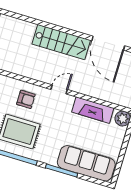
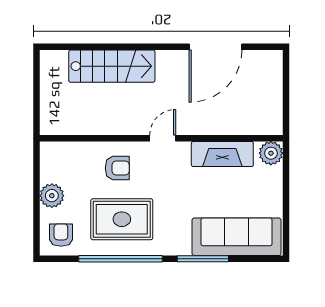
stairs: (61, 42) -> (112, 66), moved
door: (108, 43) -> (215, 47), hinge flipped

